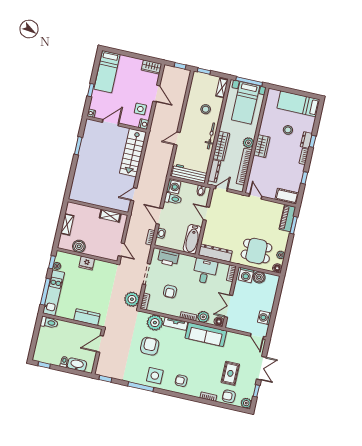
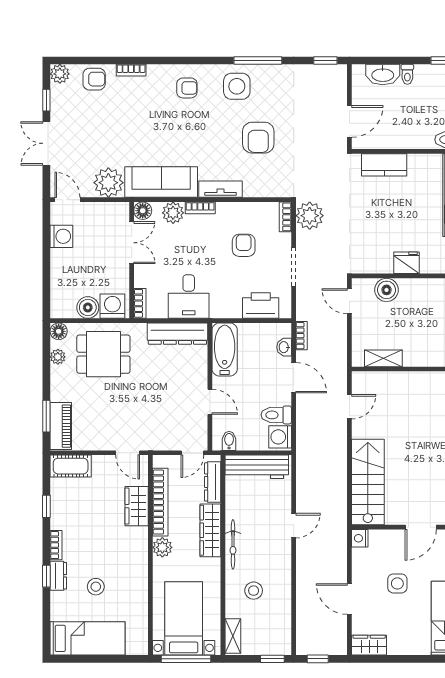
side table: (140, 109) -> (397, 583), moved
wardrobe: (262, 146) -> (137, 506), moved
boiler: (79, 246) -> (387, 290), moved
plant: (155, 323) -> (108, 183), moved
rug: (230, 373) -> (101, 121), removed

